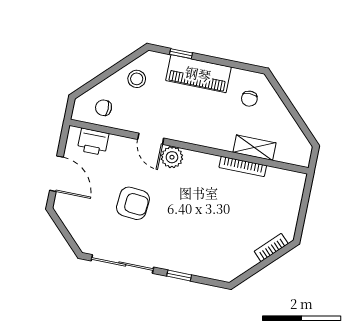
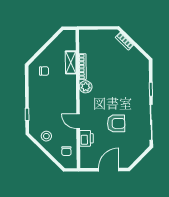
piano: (198, 74) -> (36, 102), removed
door: (151, 139) -> (78, 121), swing flipped
printer: (93, 142) -> (86, 138), moved
plant: (172, 157) -> (86, 87), moved
armchair: (133, 203) -> (116, 123), turned 85

